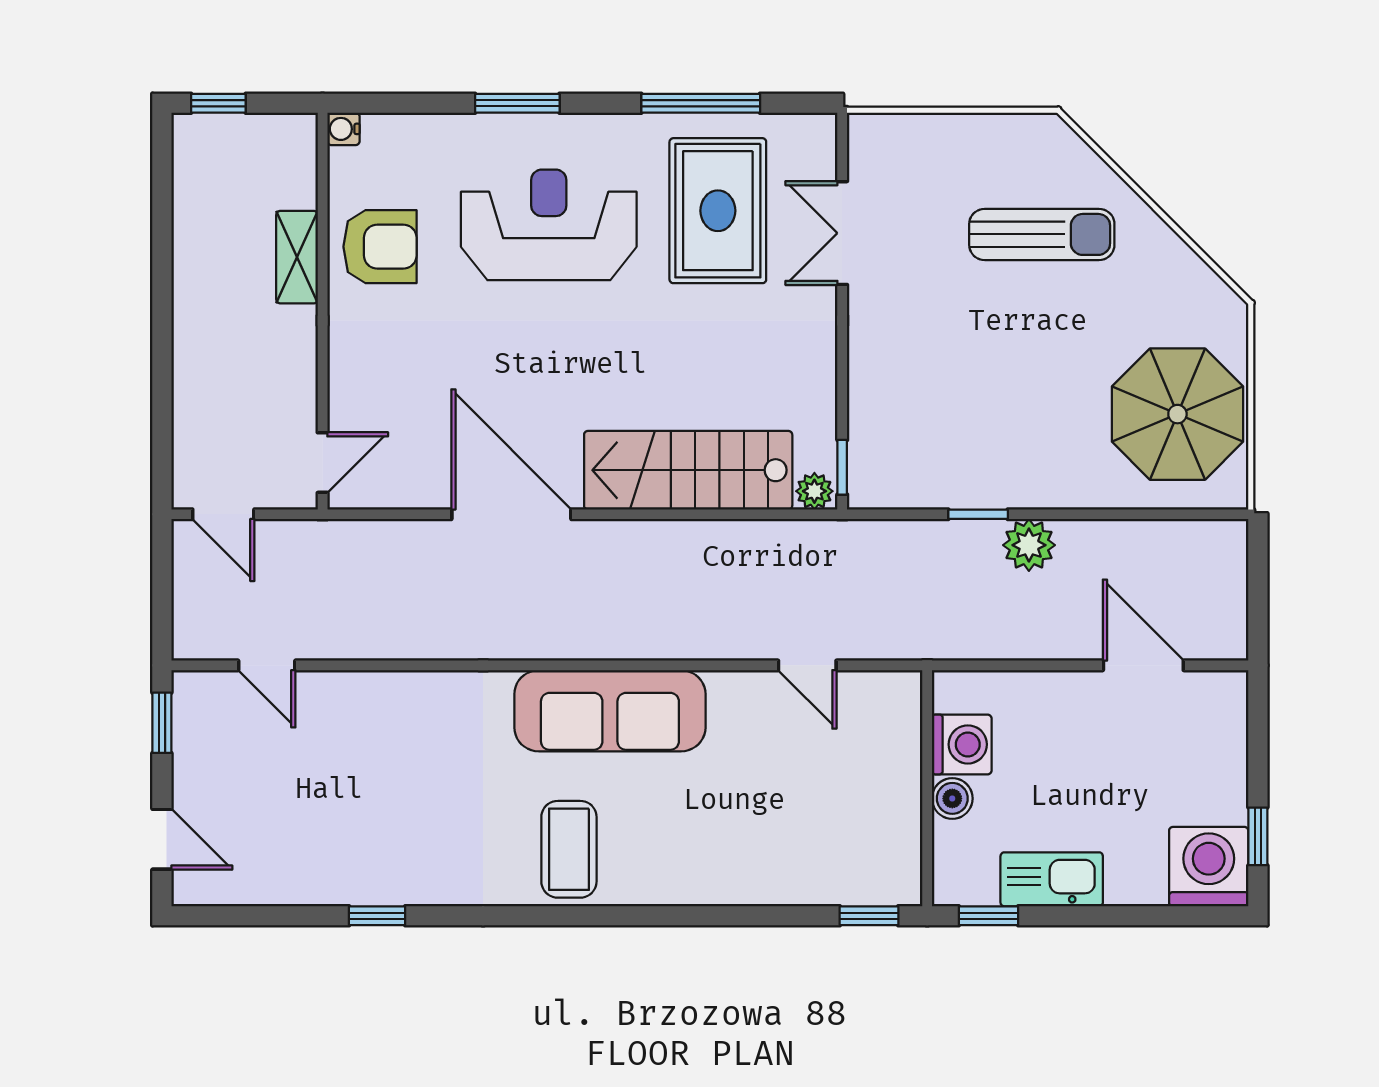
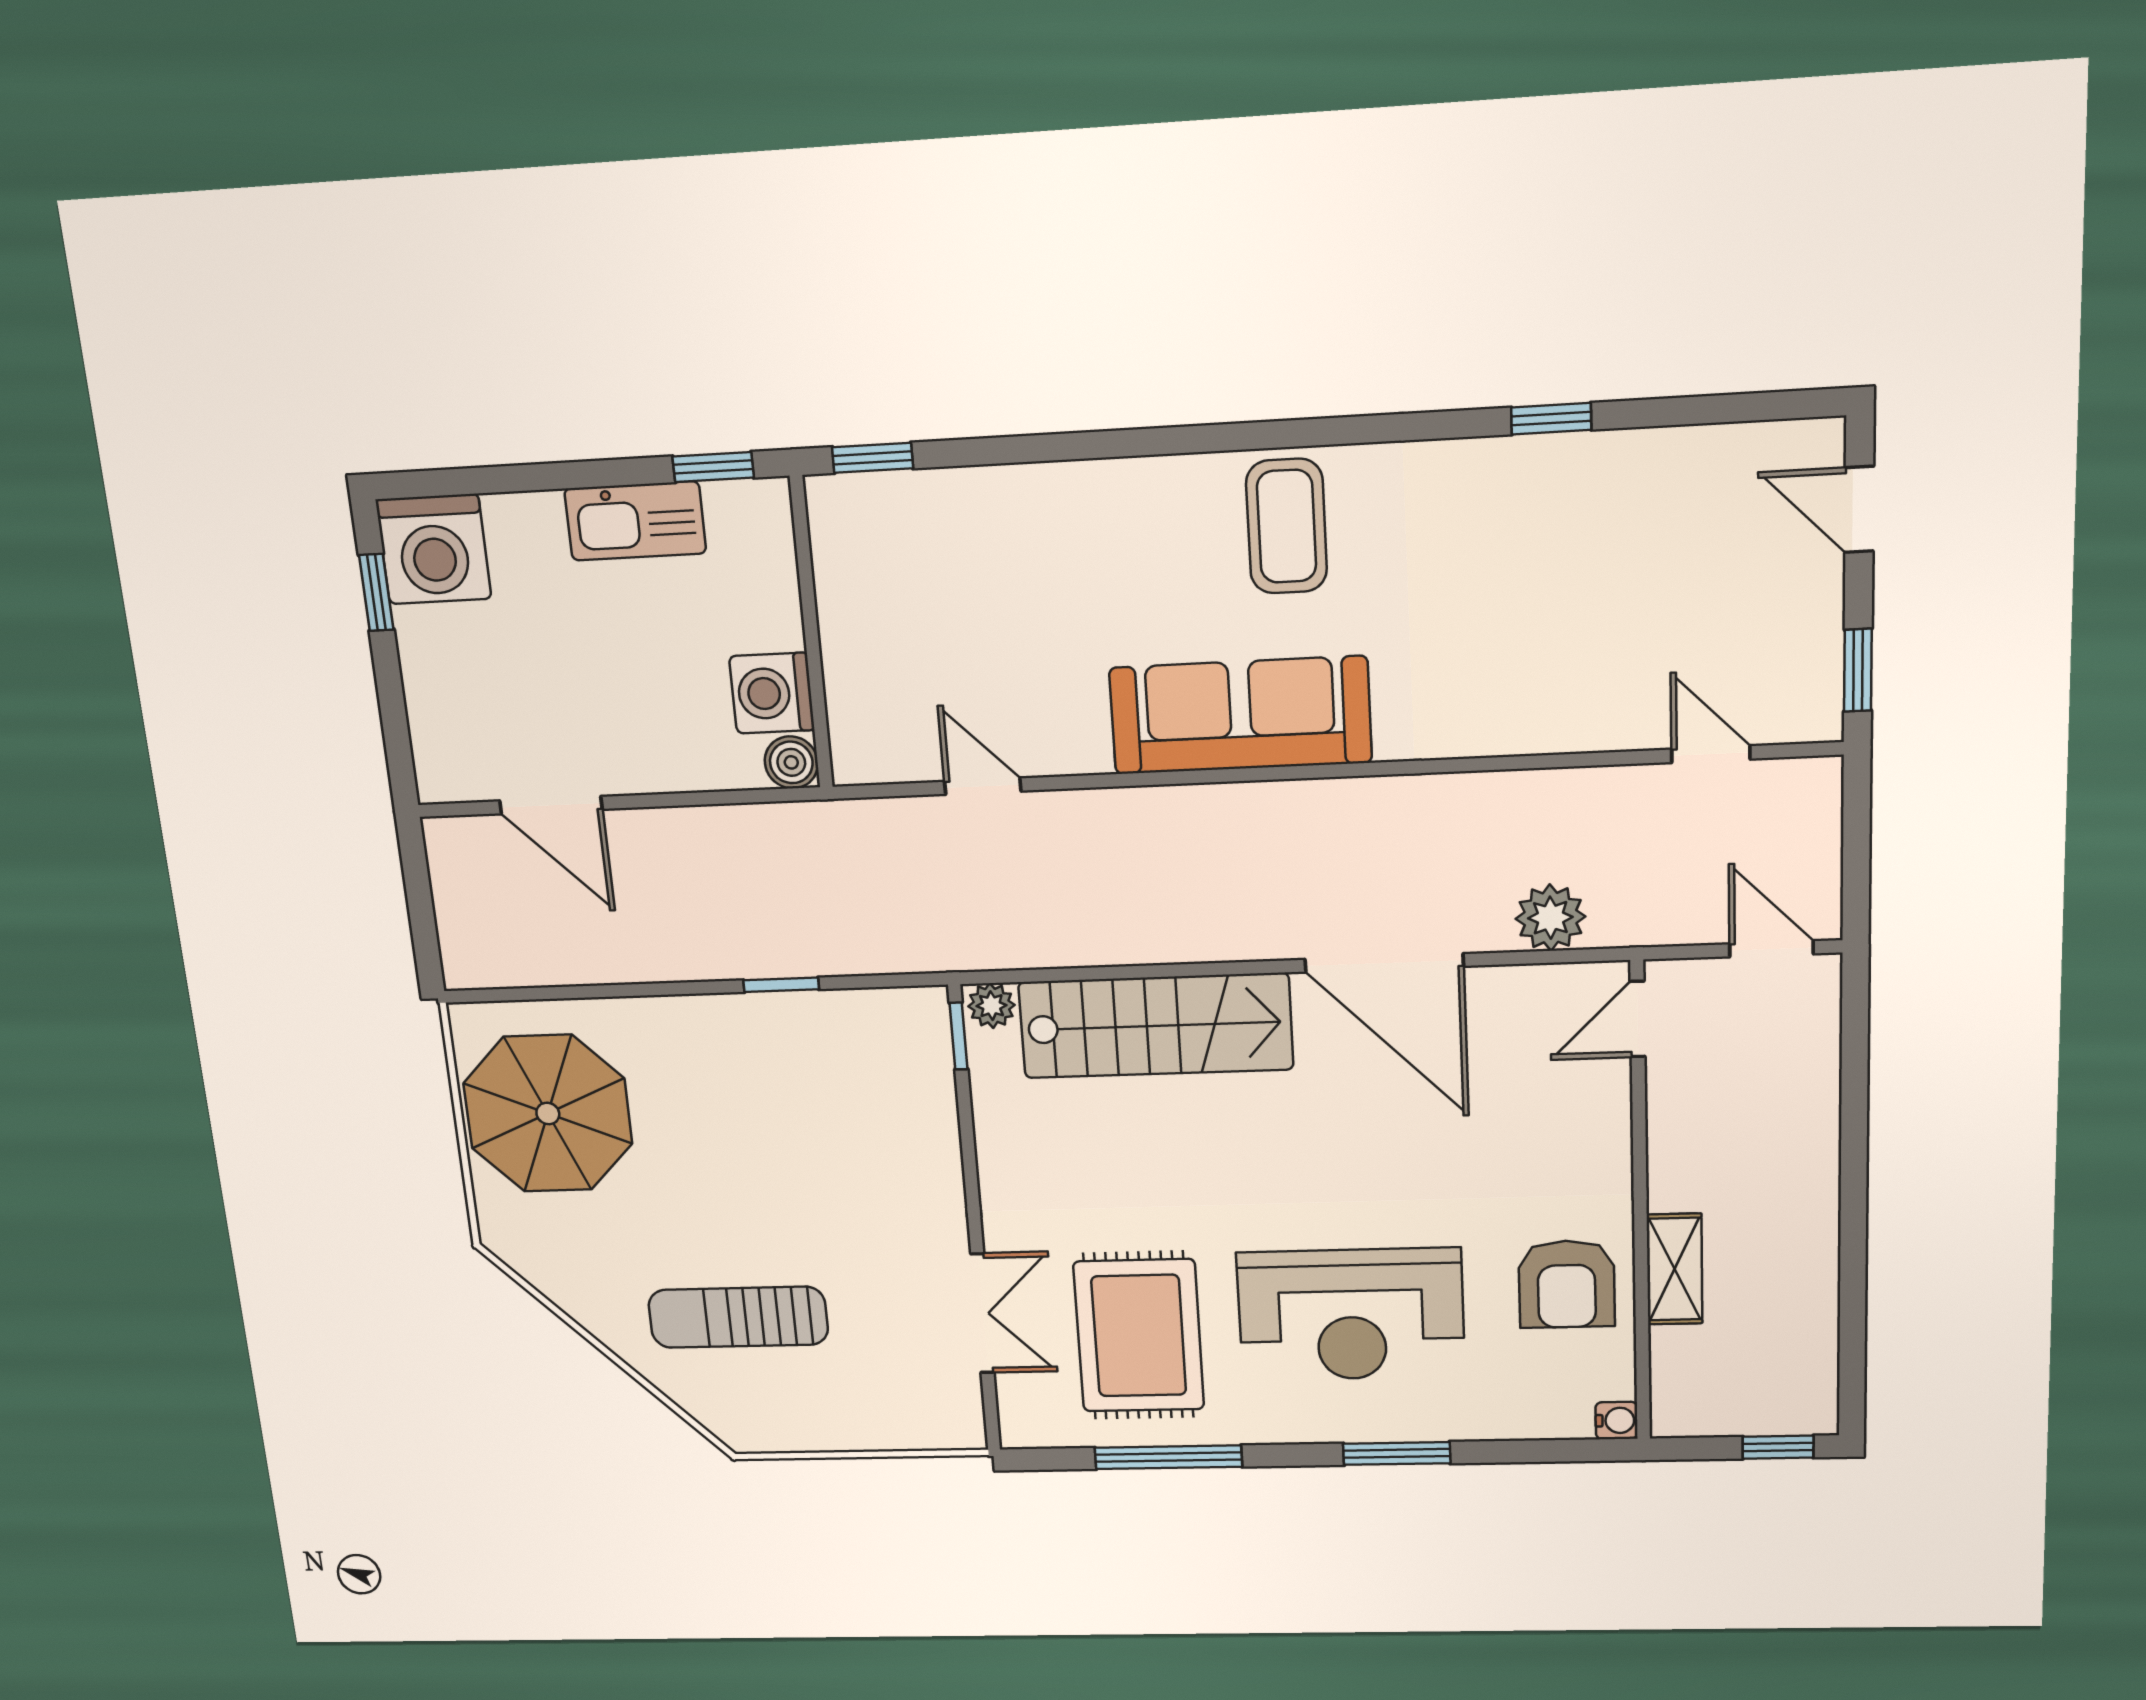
armchair: (380, 247) -> (1567, 1284), turned -90
plant: (1029, 545) -> (1550, 918), moved
boiler: (952, 798) -> (791, 762), moved

